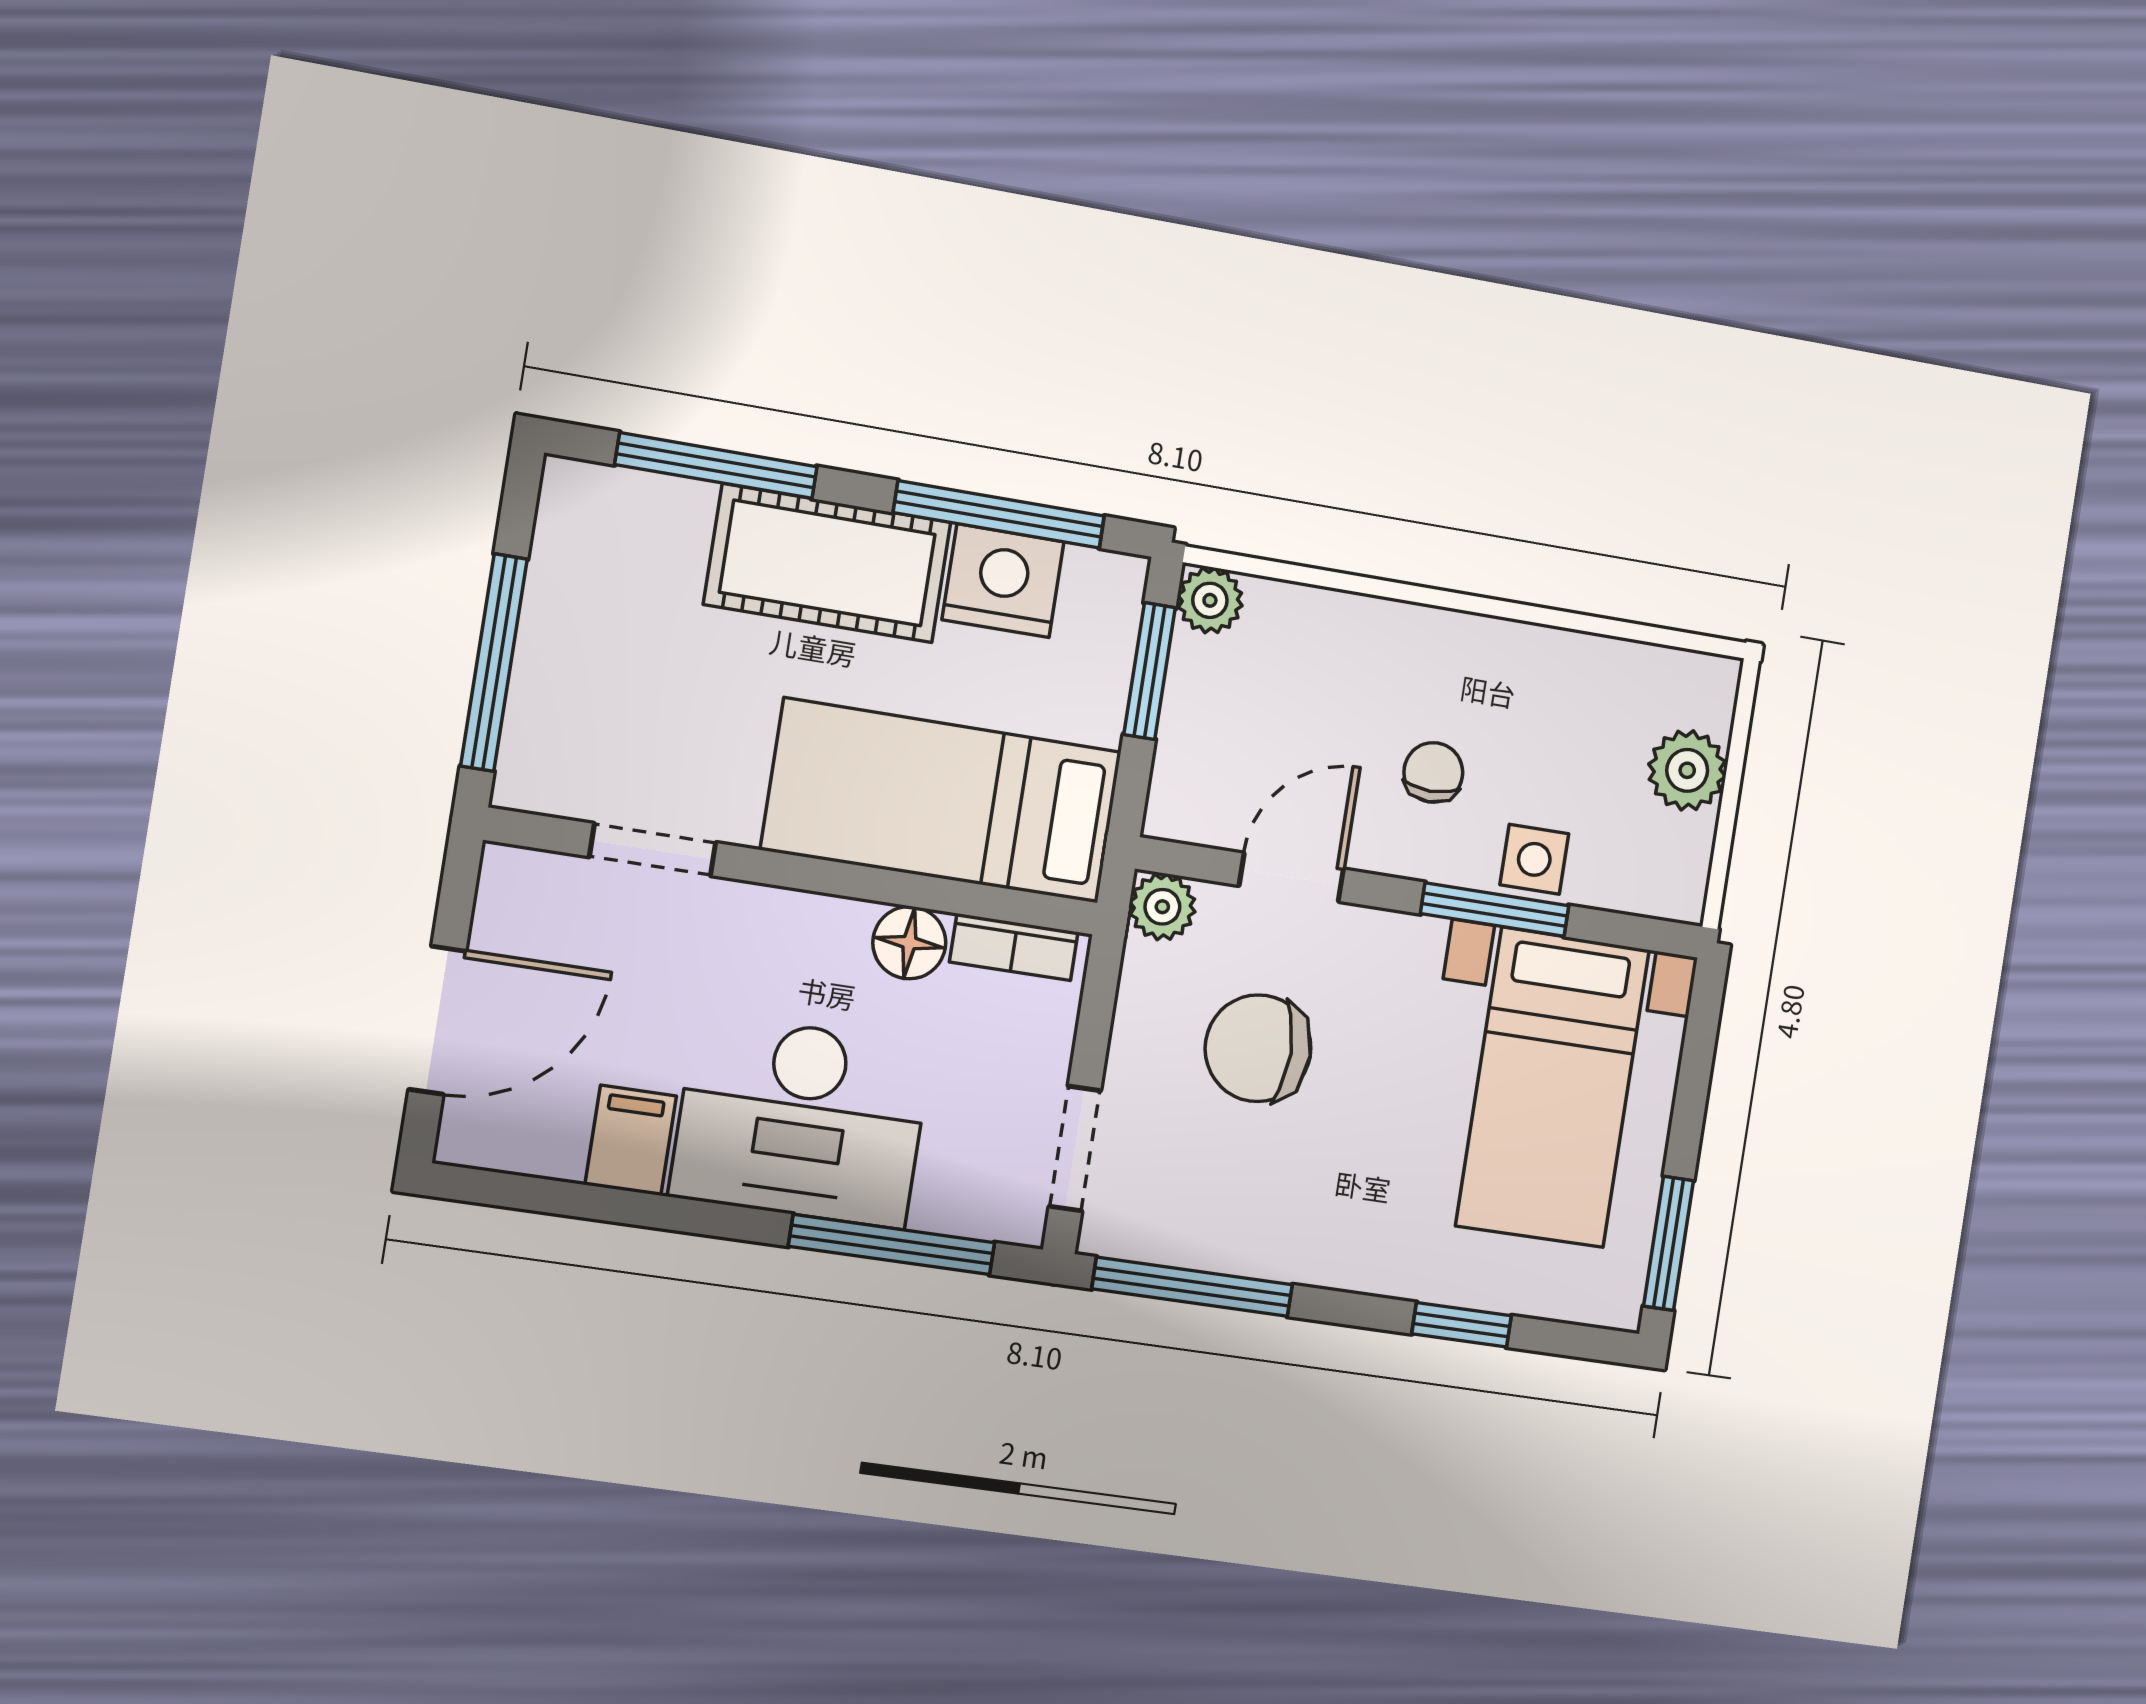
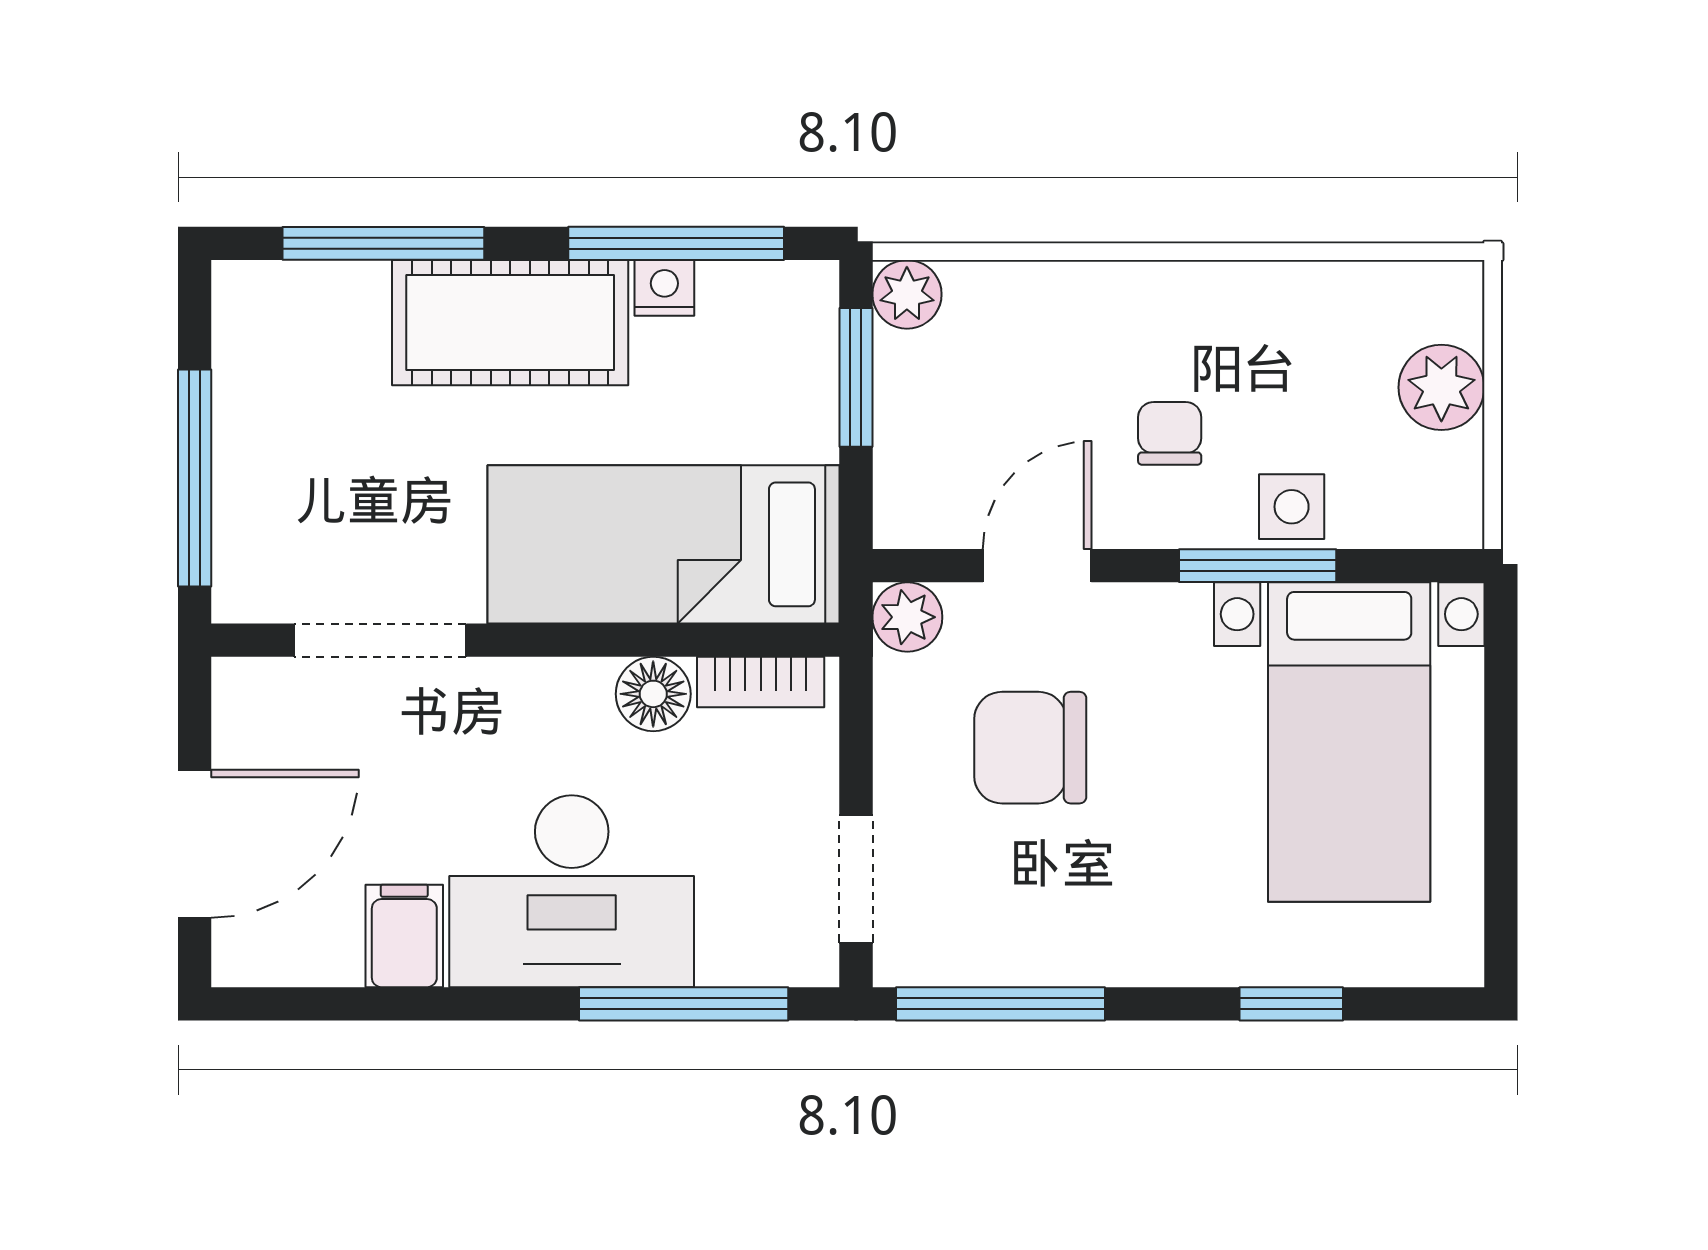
nightstand: (1003, 581) -> (664, 288), width x0.53, depth x0.56
doorway: (653, 850) -> (380, 640), width x1.38
window: (1669, 1243) -> (1501, 887), removed

